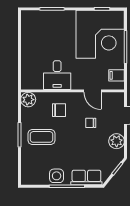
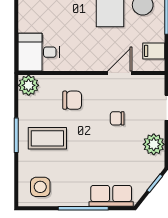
desk: (57, 75) -> (39, 52), moved, turned 90
door: (93, 91) -> (120, 73), swing flipped
side table: (57, 176) -> (40, 187), moved

